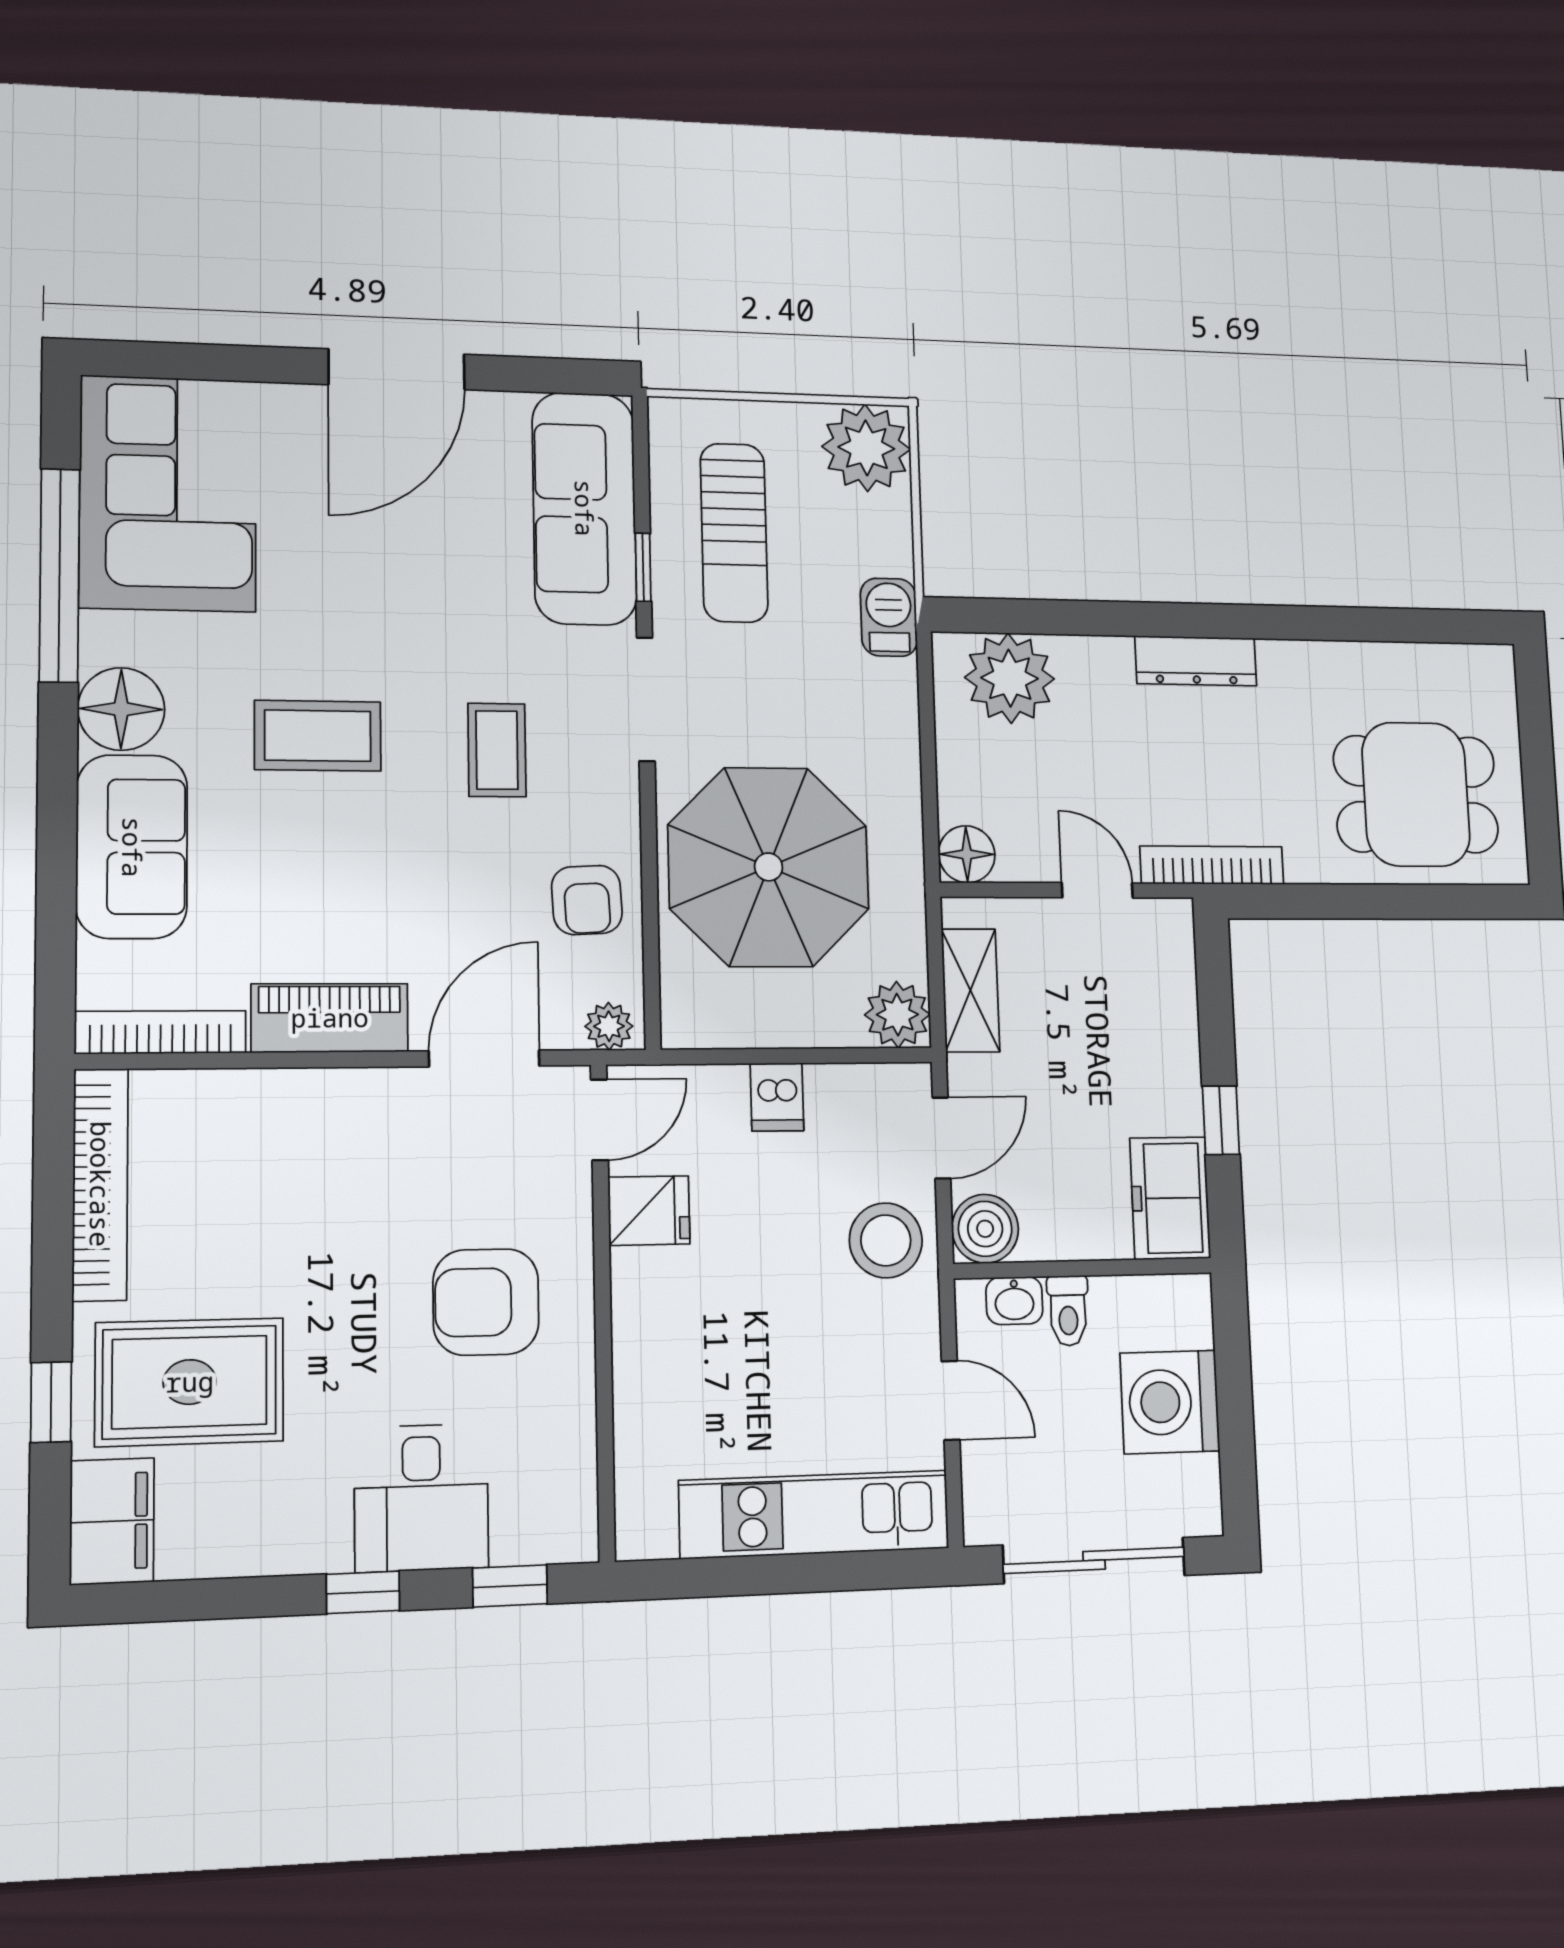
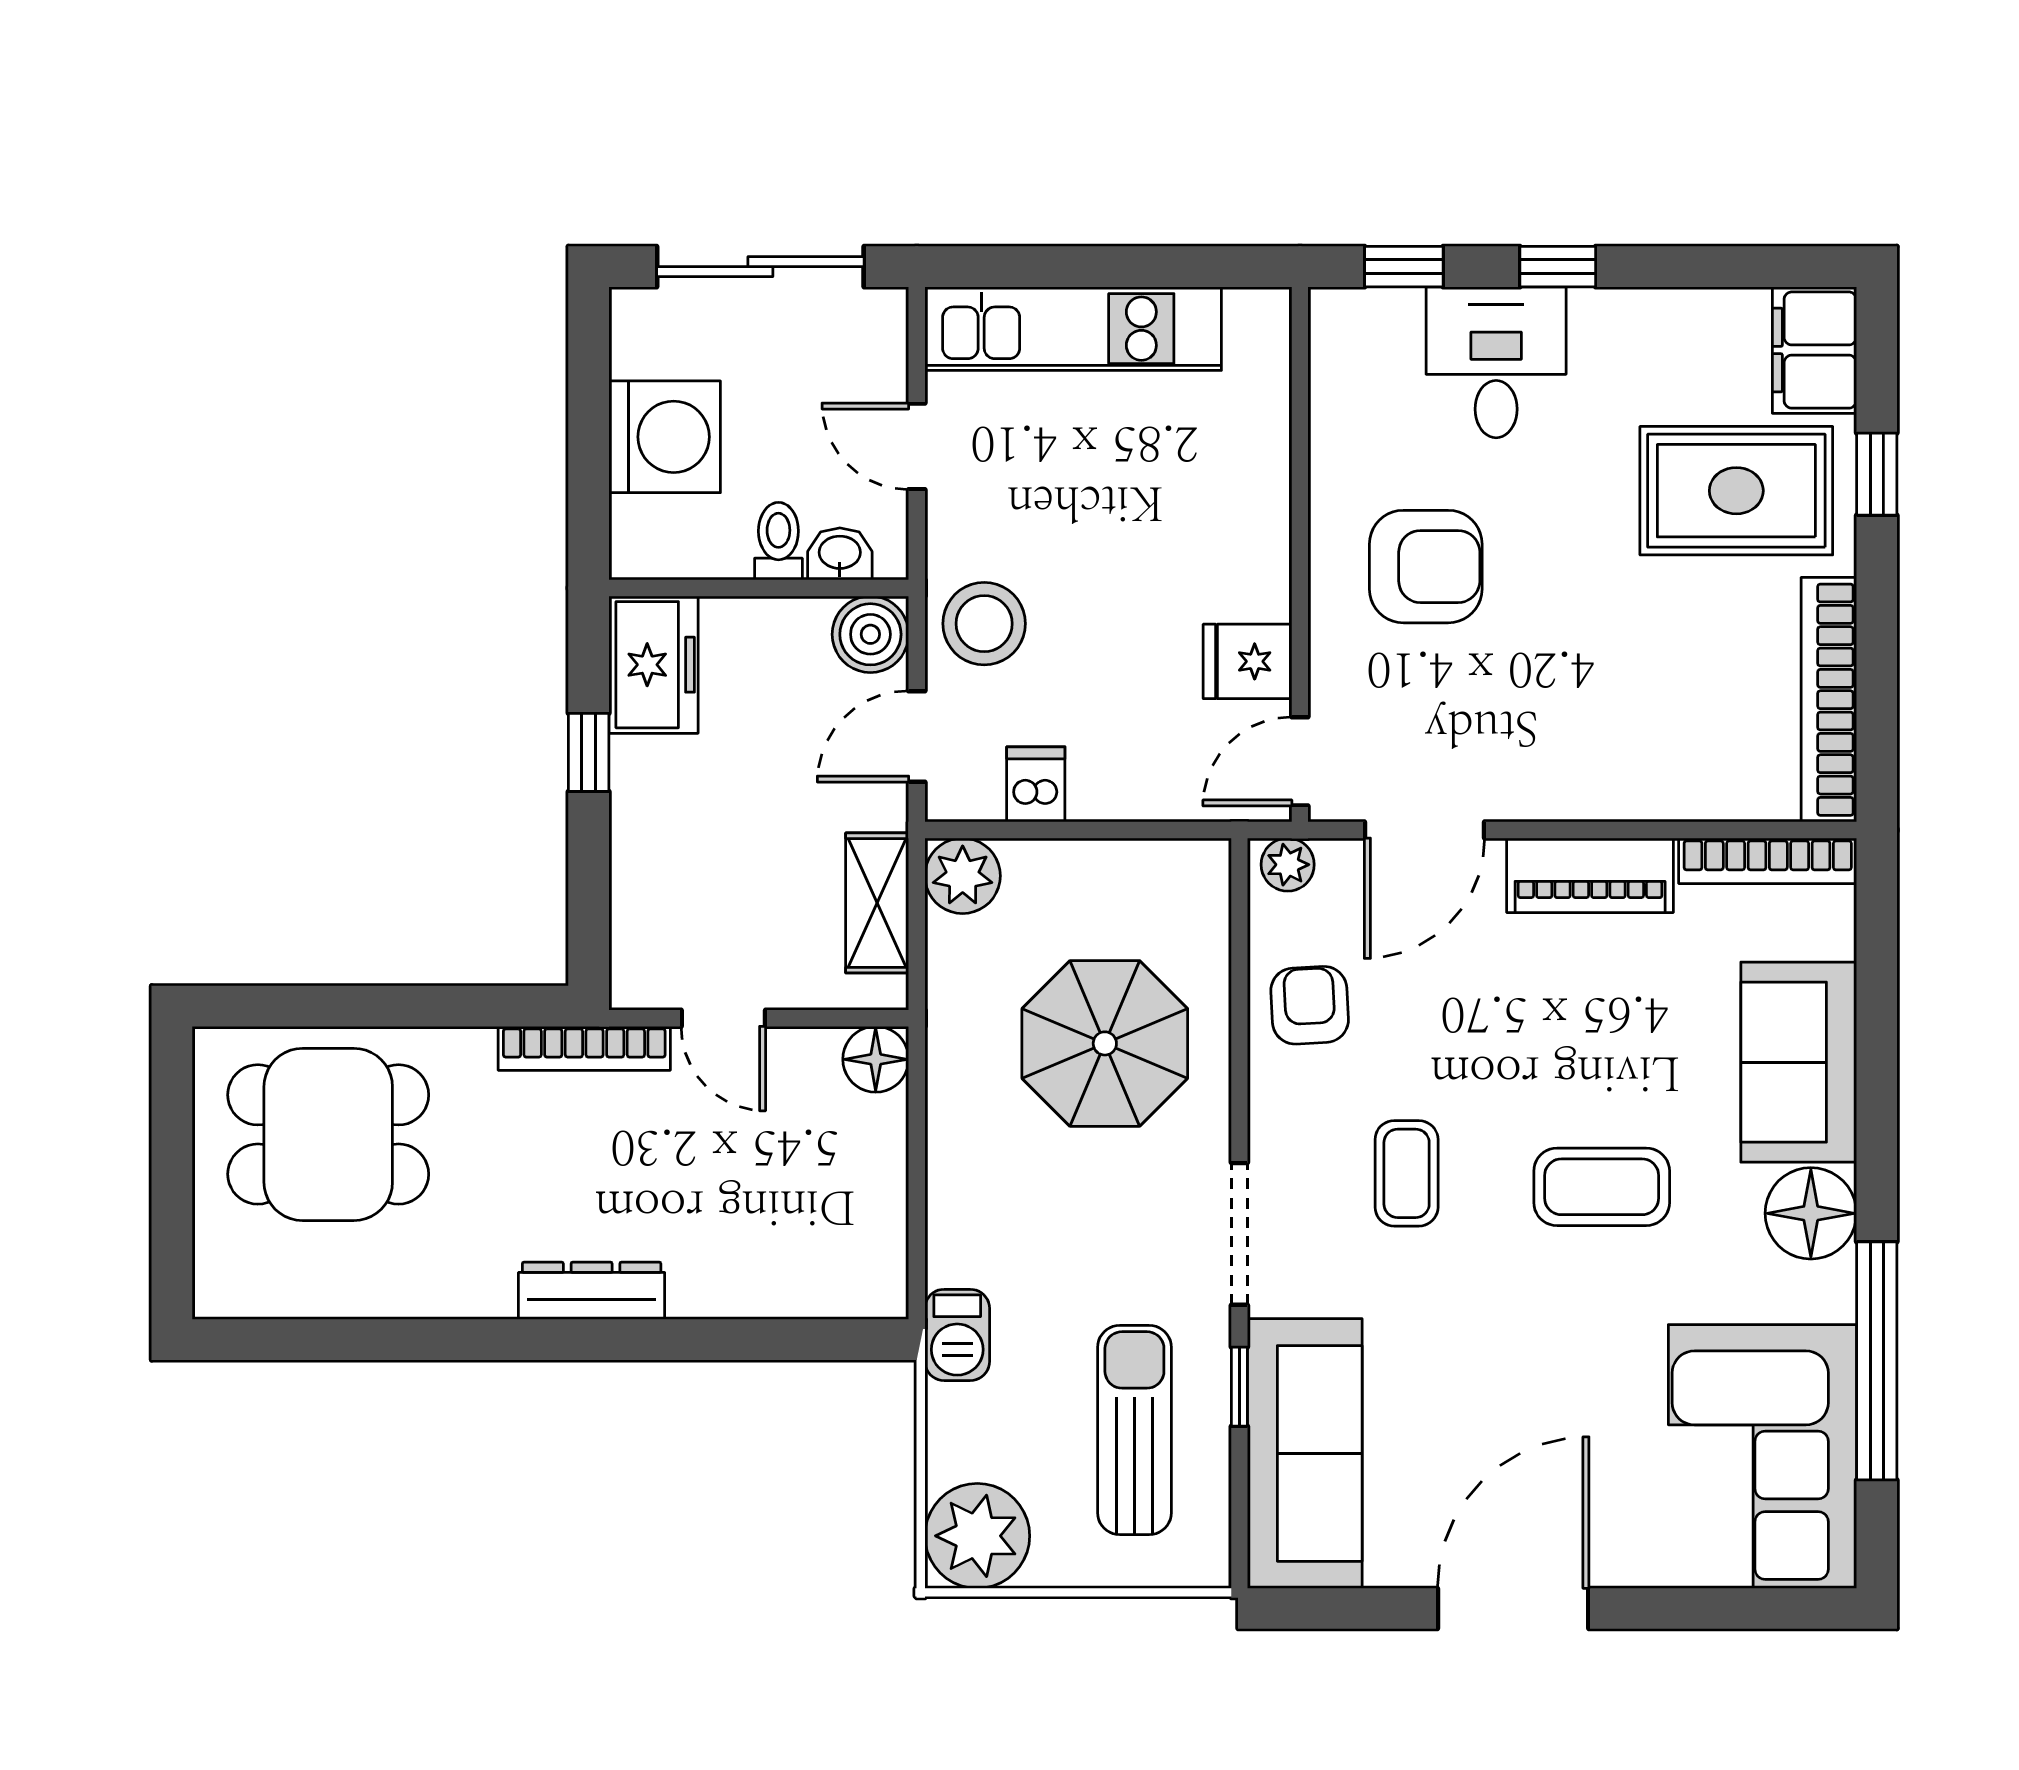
plant: (1010, 678) -> (817, 1266), removed
parasol: (769, 867) -> (1105, 1043), width x0.73, depth x0.73
dishwasher: (777, 1097) -> (1036, 784), moved

